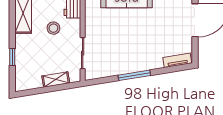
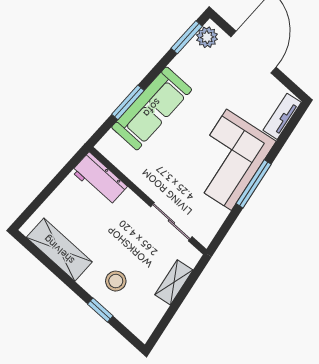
stool: (53, 28) -> (116, 281), moved
corner sofa: (135, 54) -> (229, 160), added

